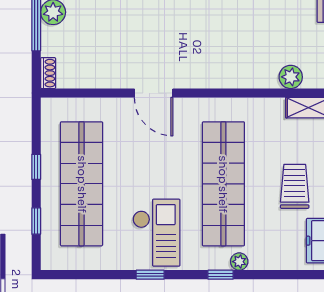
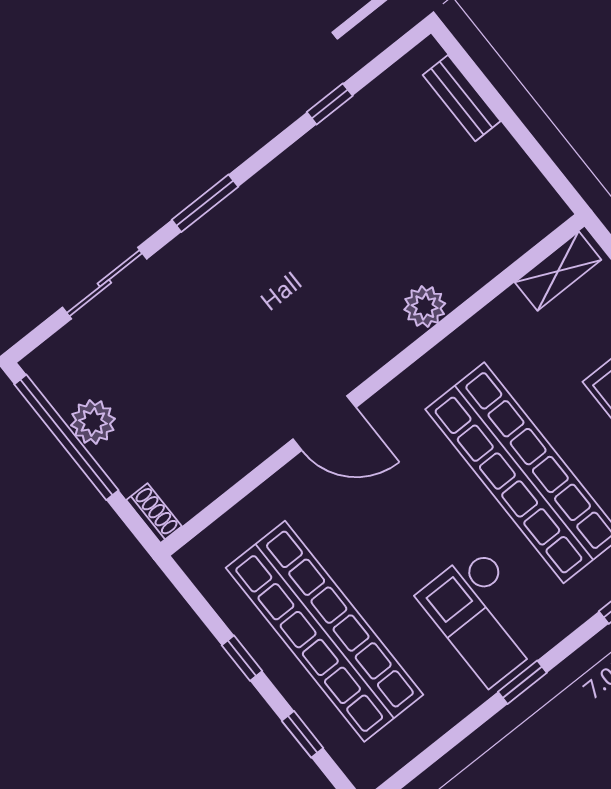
plant: (291, 77) -> (425, 307), moved
checkout: (156, 233) -> (484, 616), turned 180

